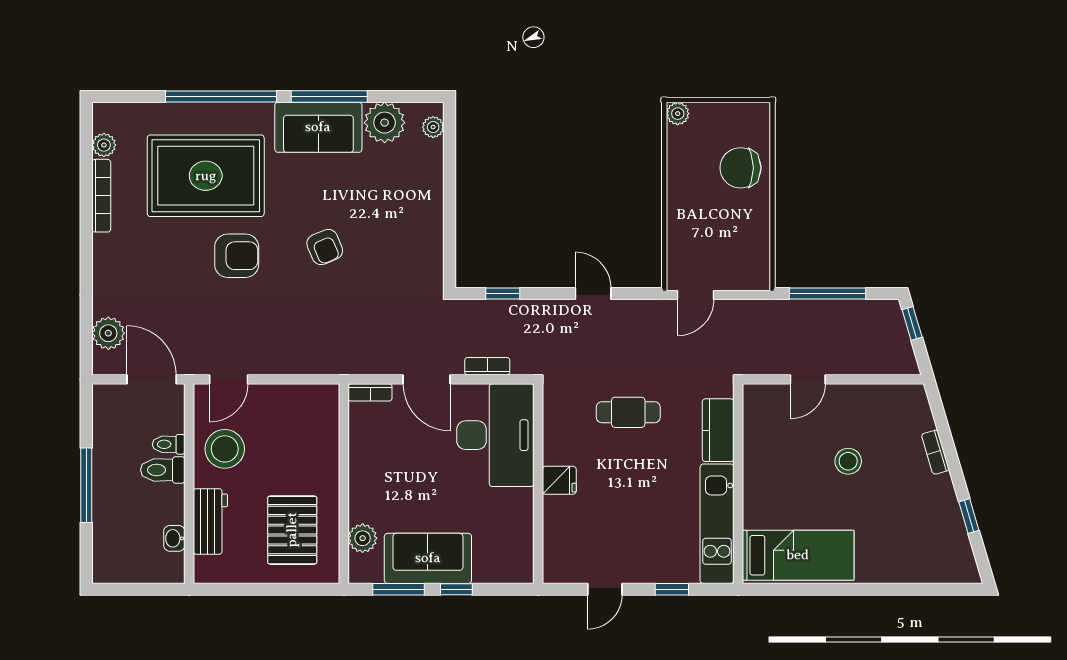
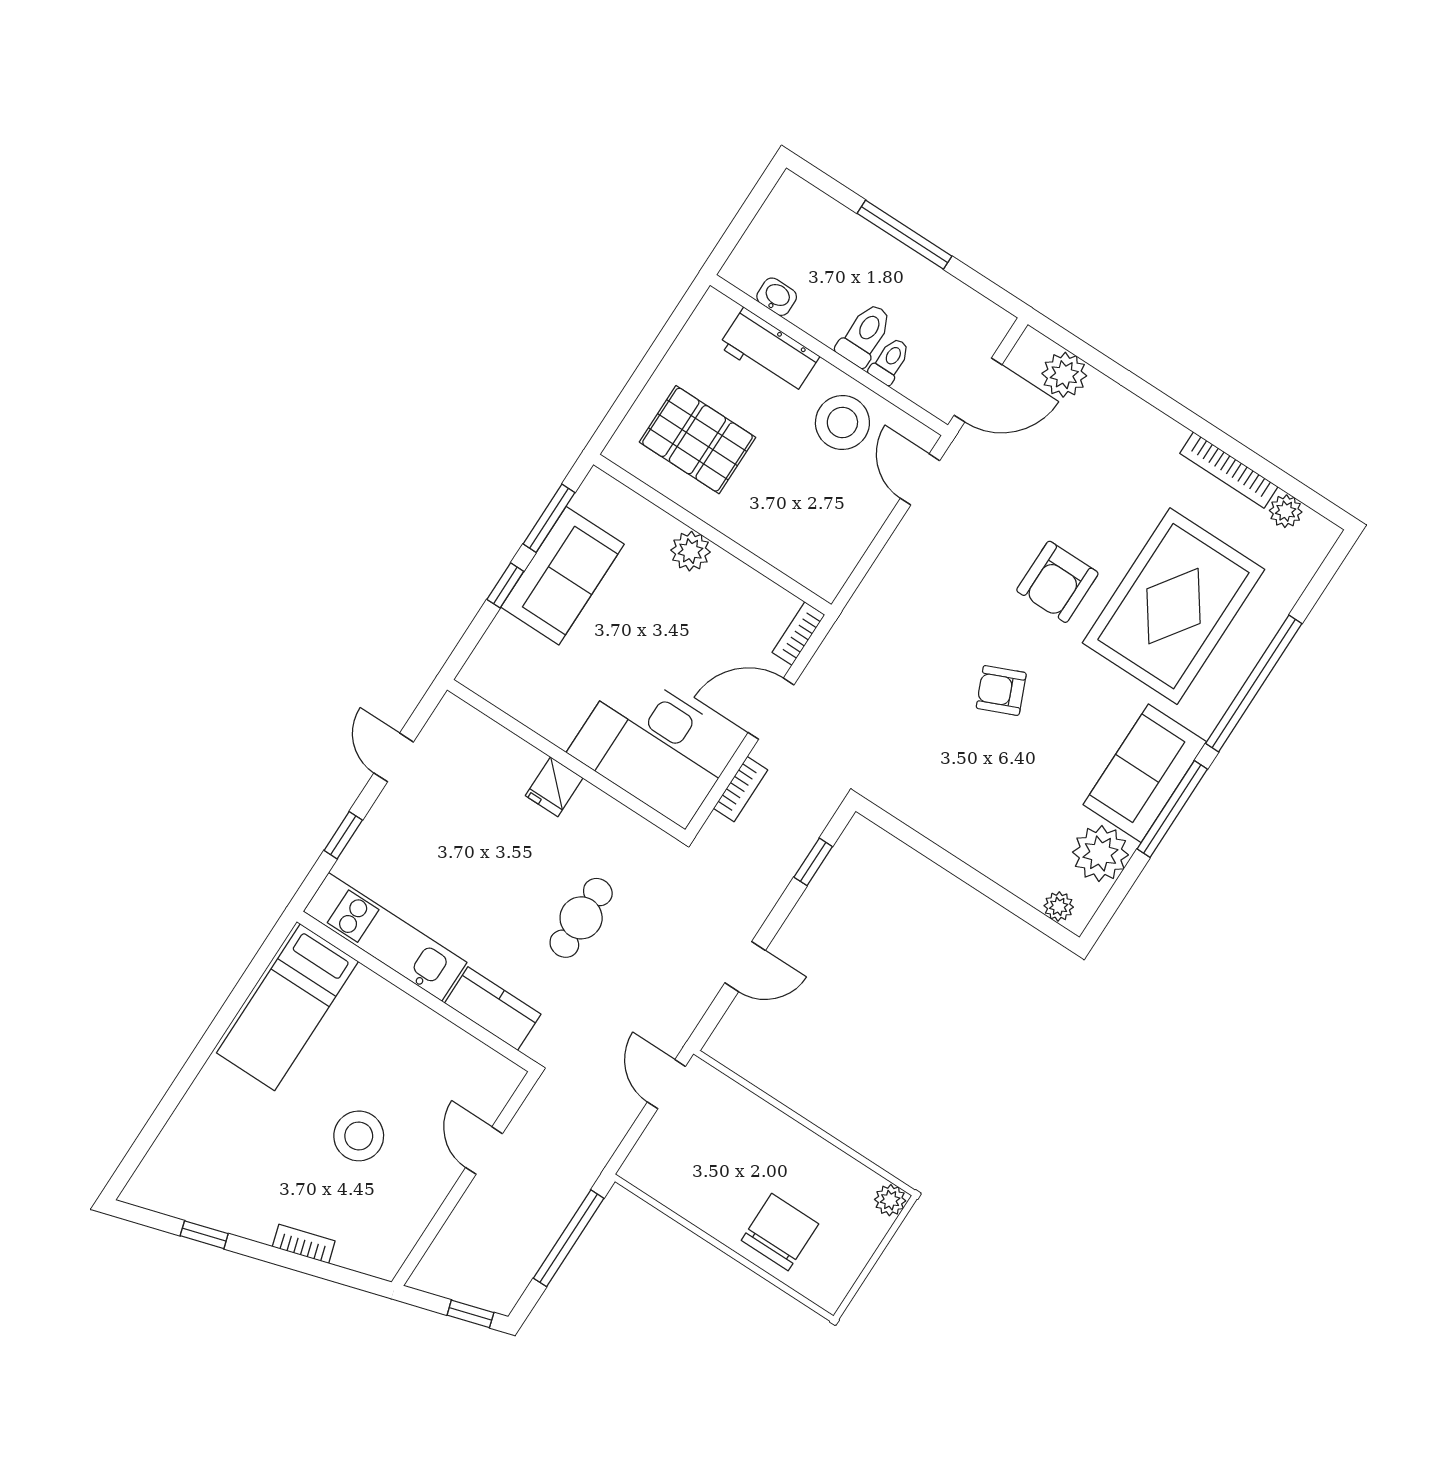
stool: (848, 461) -> (359, 1136), width x1.38, depth x1.38
plant: (363, 538) -> (691, 551), moved

